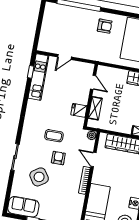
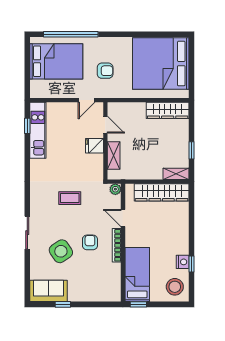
bed: (63, 25) -> (56, 61), added
armchair: (105, 26) -> (105, 71), moved
door: (64, 57) -> (87, 100), moved
fridge: (79, 110) -> (94, 146), moved
armchair: (58, 158) -> (90, 242), moved

